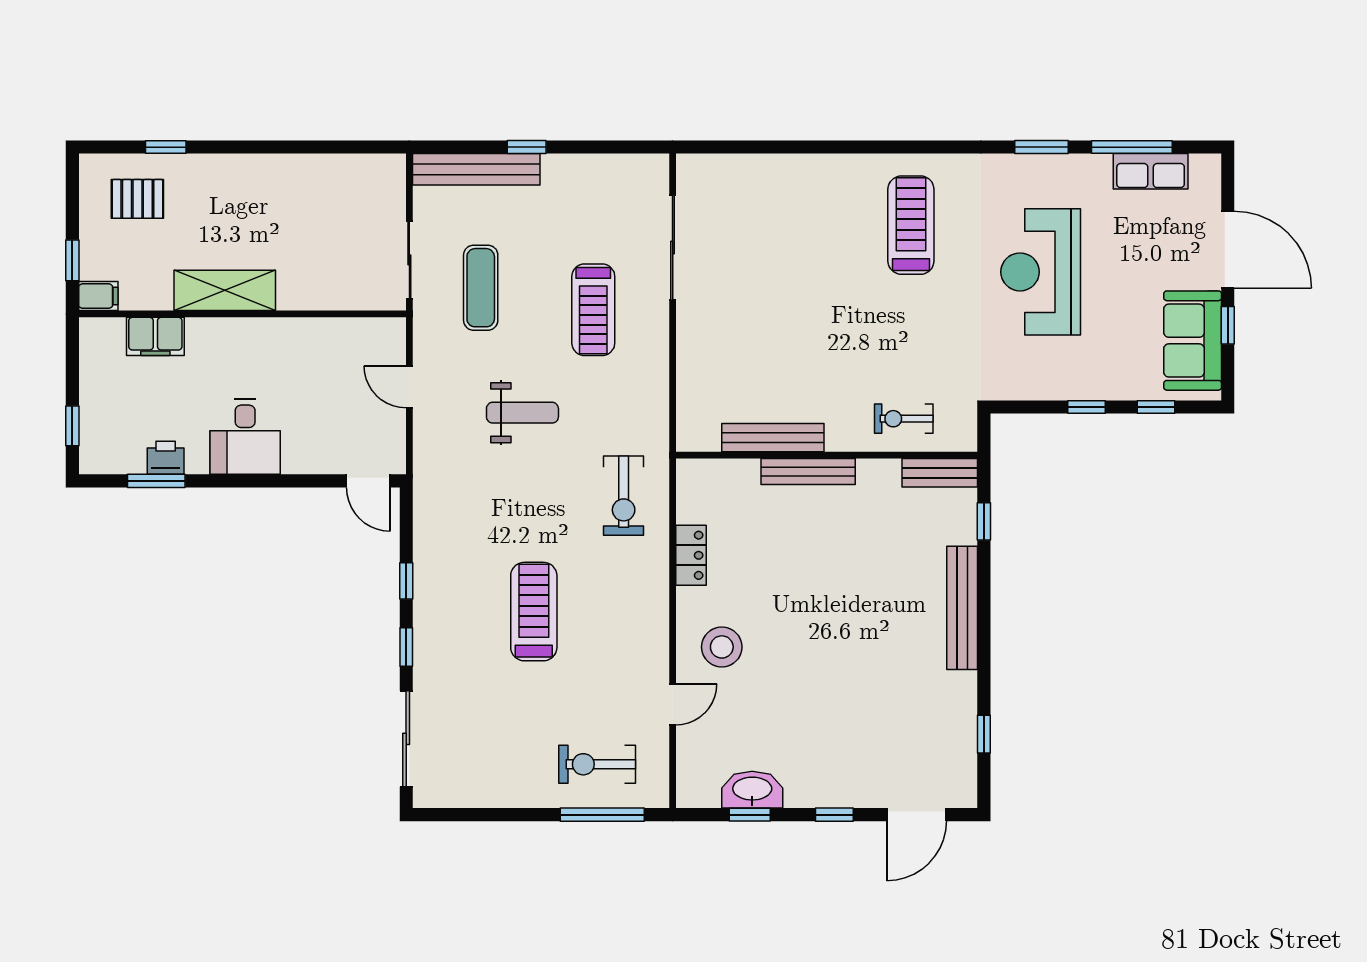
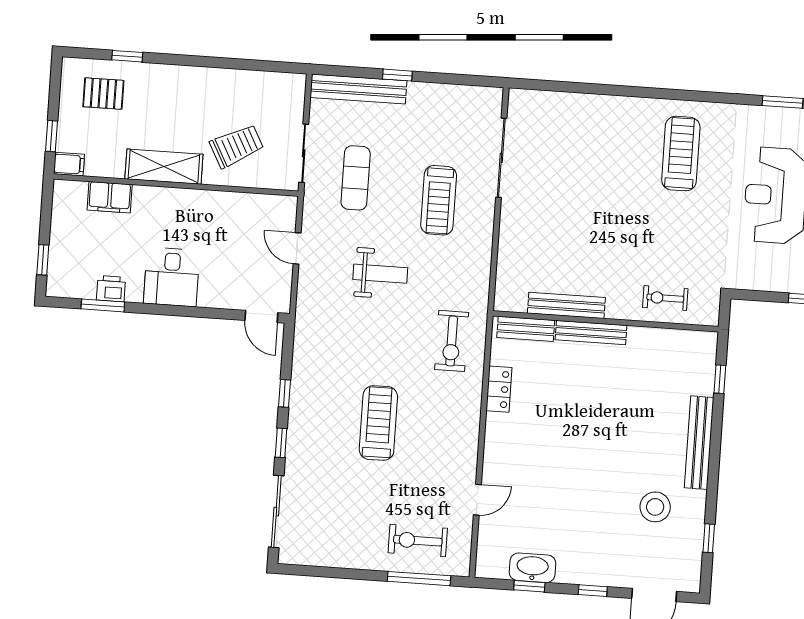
trolley: (320, 256) -> (237, 146), added
bench: (940, 473) -> (526, 329), moved
stool: (722, 647) -> (655, 507), moved

